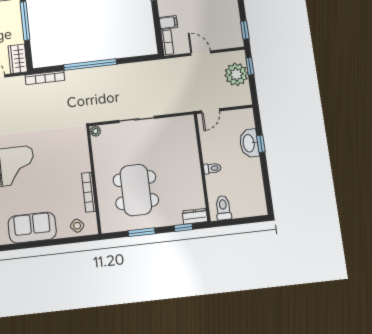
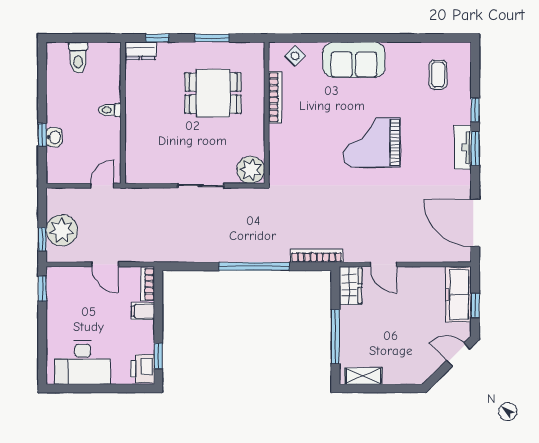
plant: (95, 131) -> (251, 170), width x1.88, depth x1.88
washbasin: (249, 143) -> (54, 137), width x0.52, depth x0.69
dining table: (136, 190) -> (213, 93), width x0.73
toilet: (223, 208) -> (78, 58), moved

